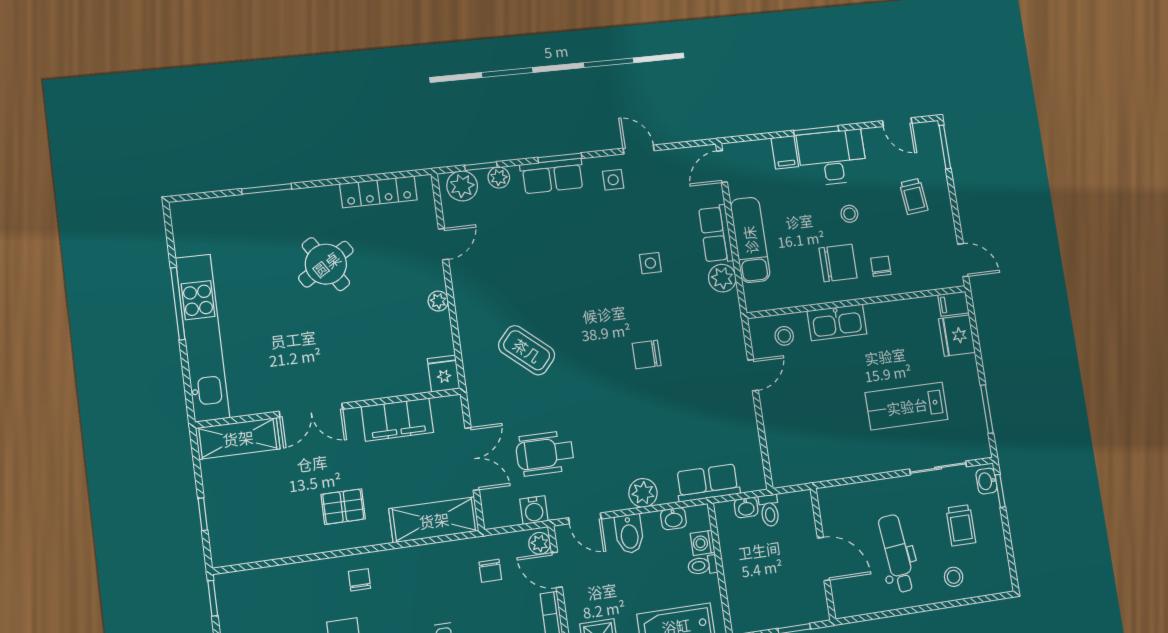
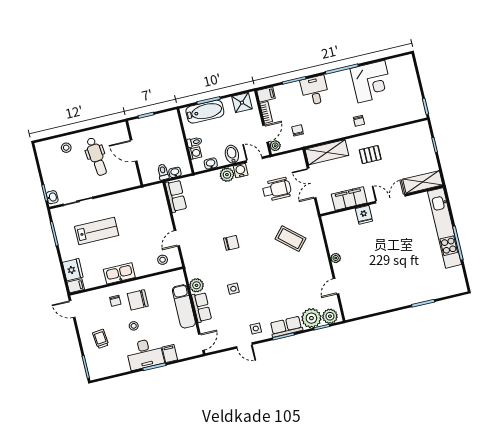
door: (897, 122) -> (112, 377), removed
plant: (499, 177) -> (311, 318), width x1.87, depth x1.87
locker: (378, 192) -> (370, 308), removed
round table: (326, 264) -> (391, 270), removed
kitchen sink: (837, 322) -> (119, 273), moved
fridge: (444, 374) -> (364, 215), moved
row of seats: (708, 483) -> (176, 196), moved, turned -90
water cooler: (534, 510) -> (241, 171), moved
trolley: (961, 525) -> (64, 174), removed
door: (557, 570) -> (266, 134), hinge flipped

